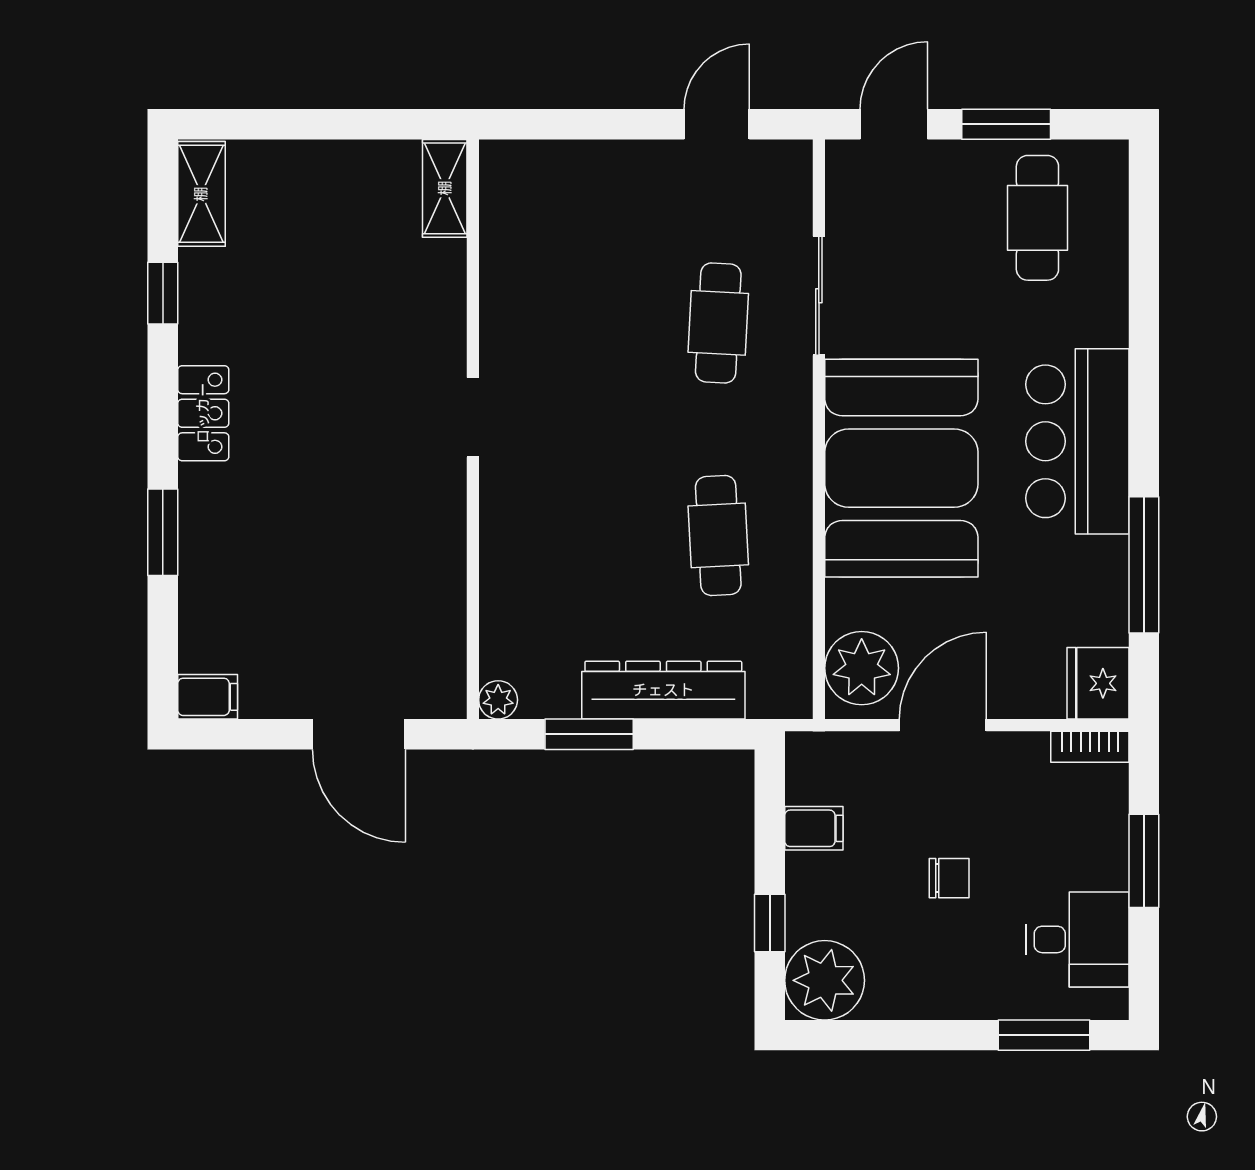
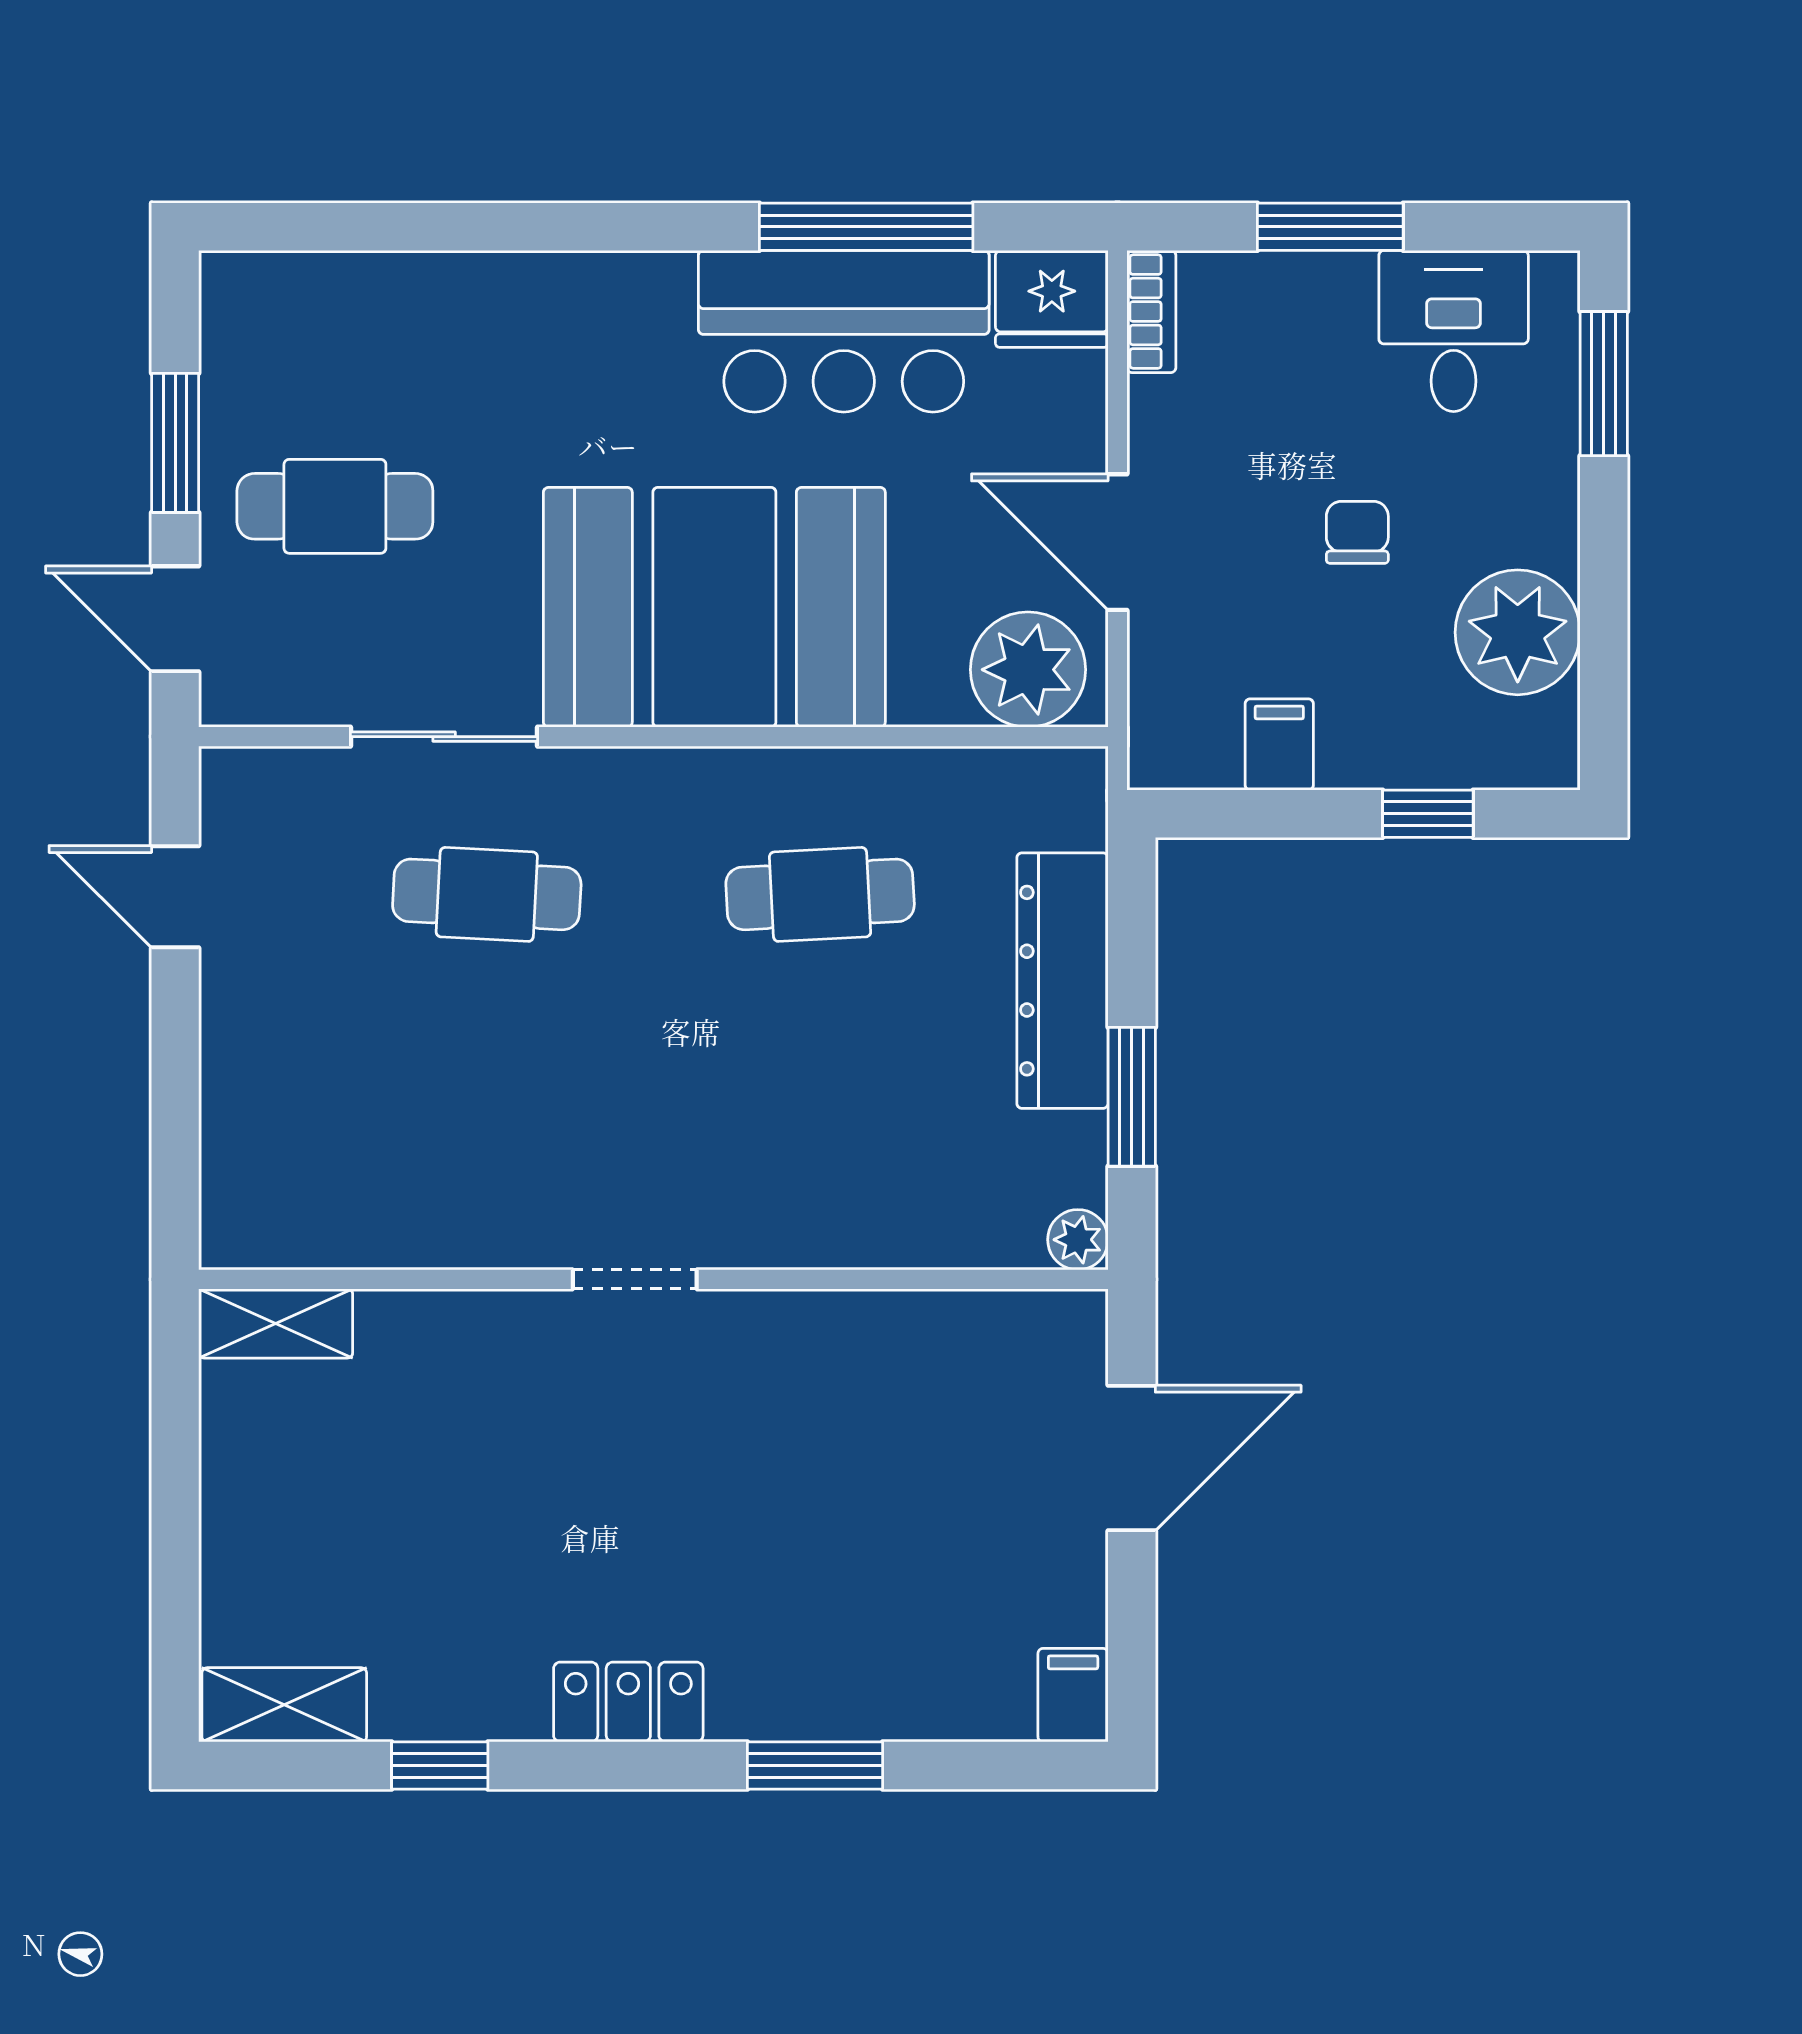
cafe table: (1037, 218) -> (335, 506), moved
bar counter: (1077, 441) -> (844, 331), moved
plant: (825, 980) -> (1518, 632), moved

